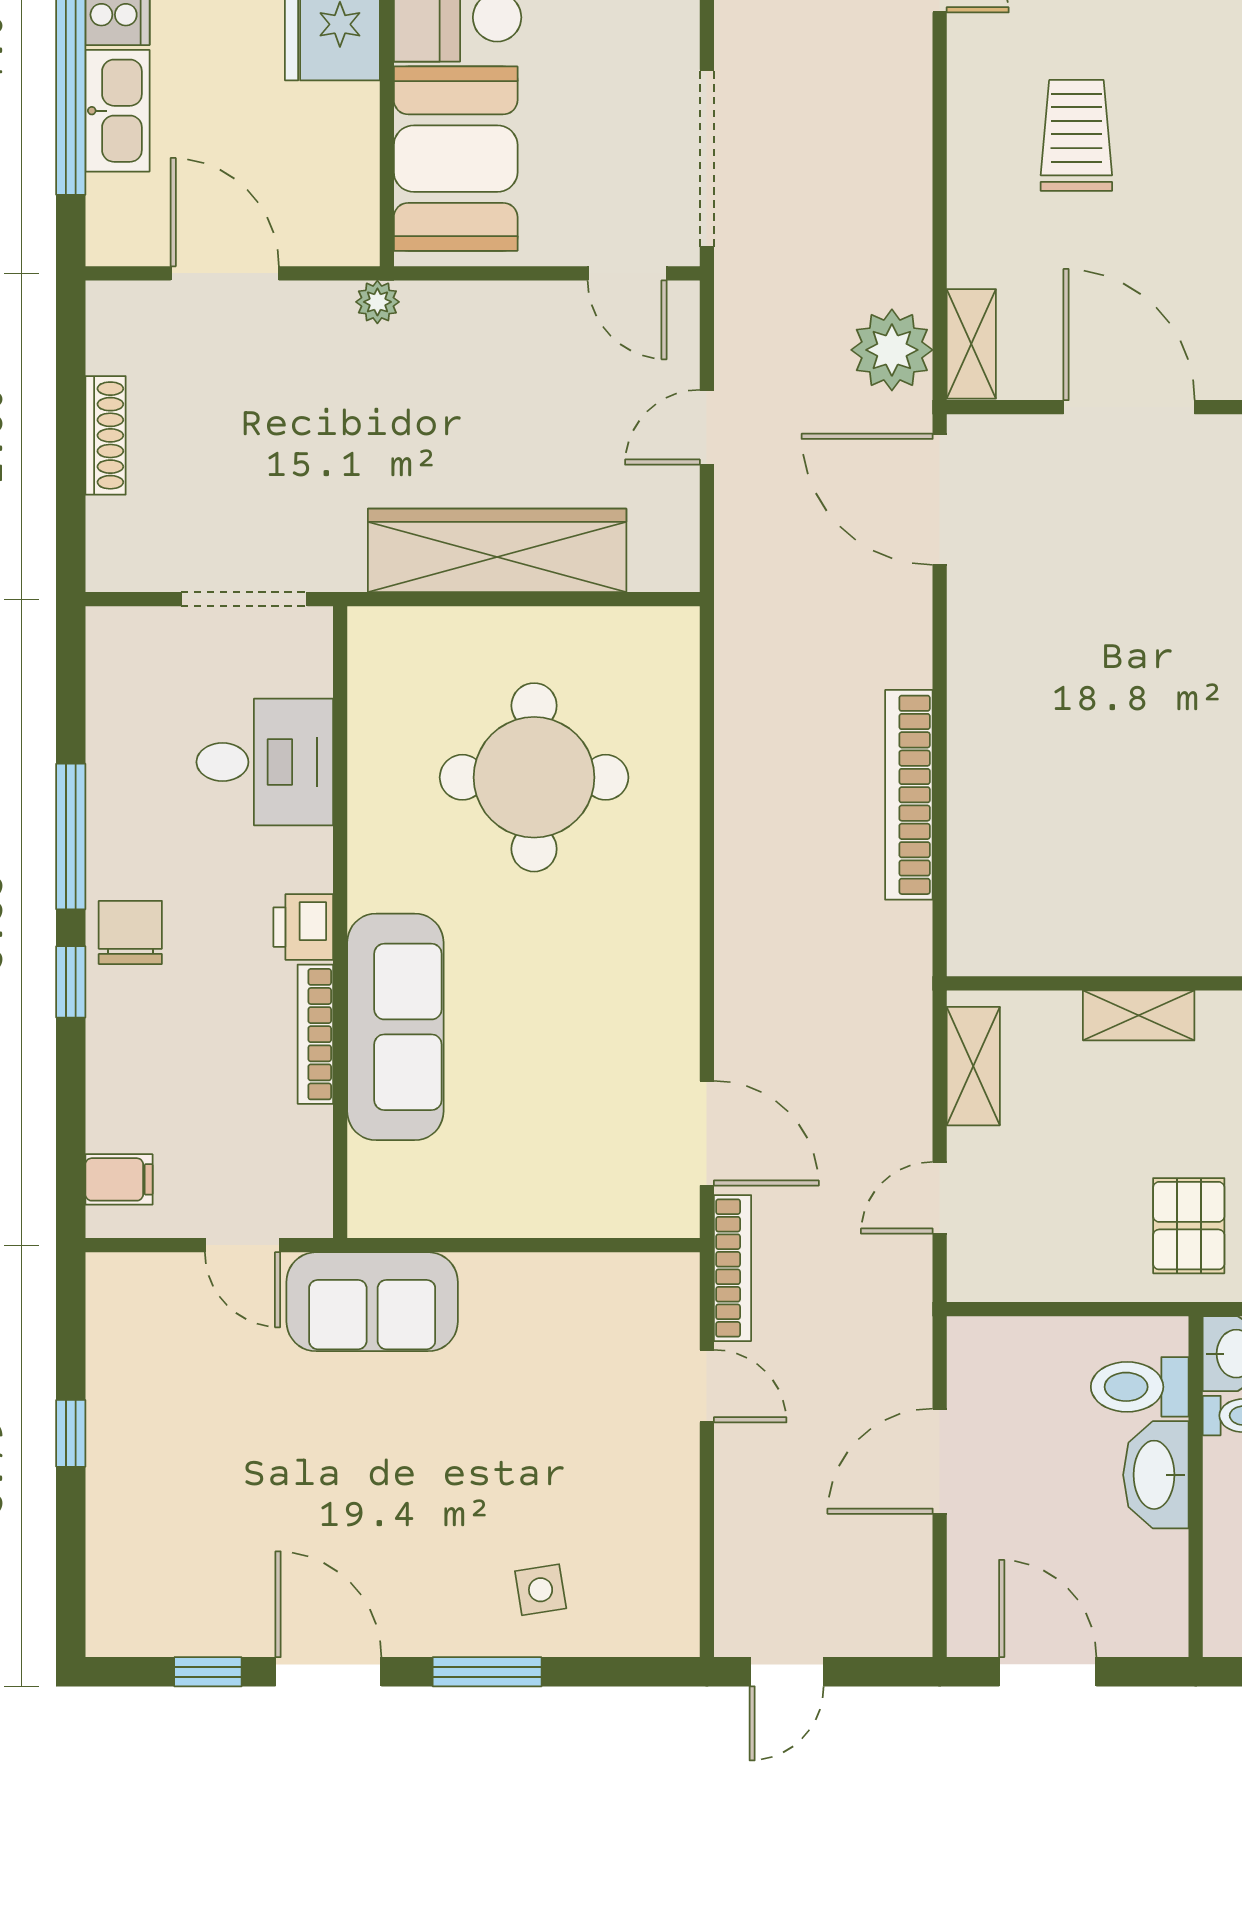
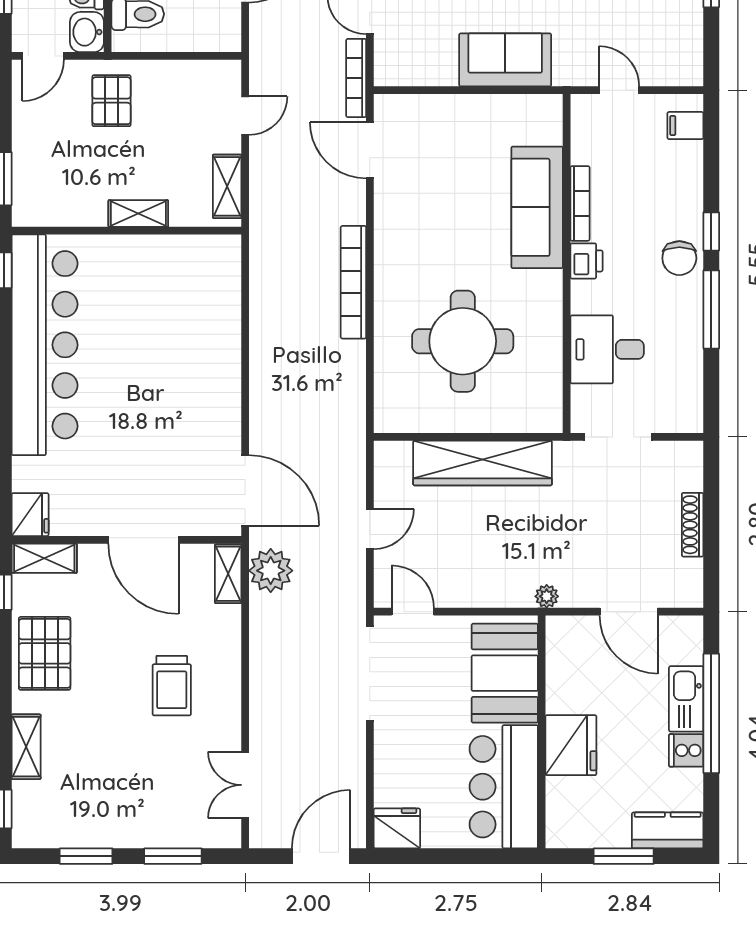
bookcase: (909, 795) -> (353, 282), moved, turned 180
sofa: (372, 1302) -> (505, 60), moved

